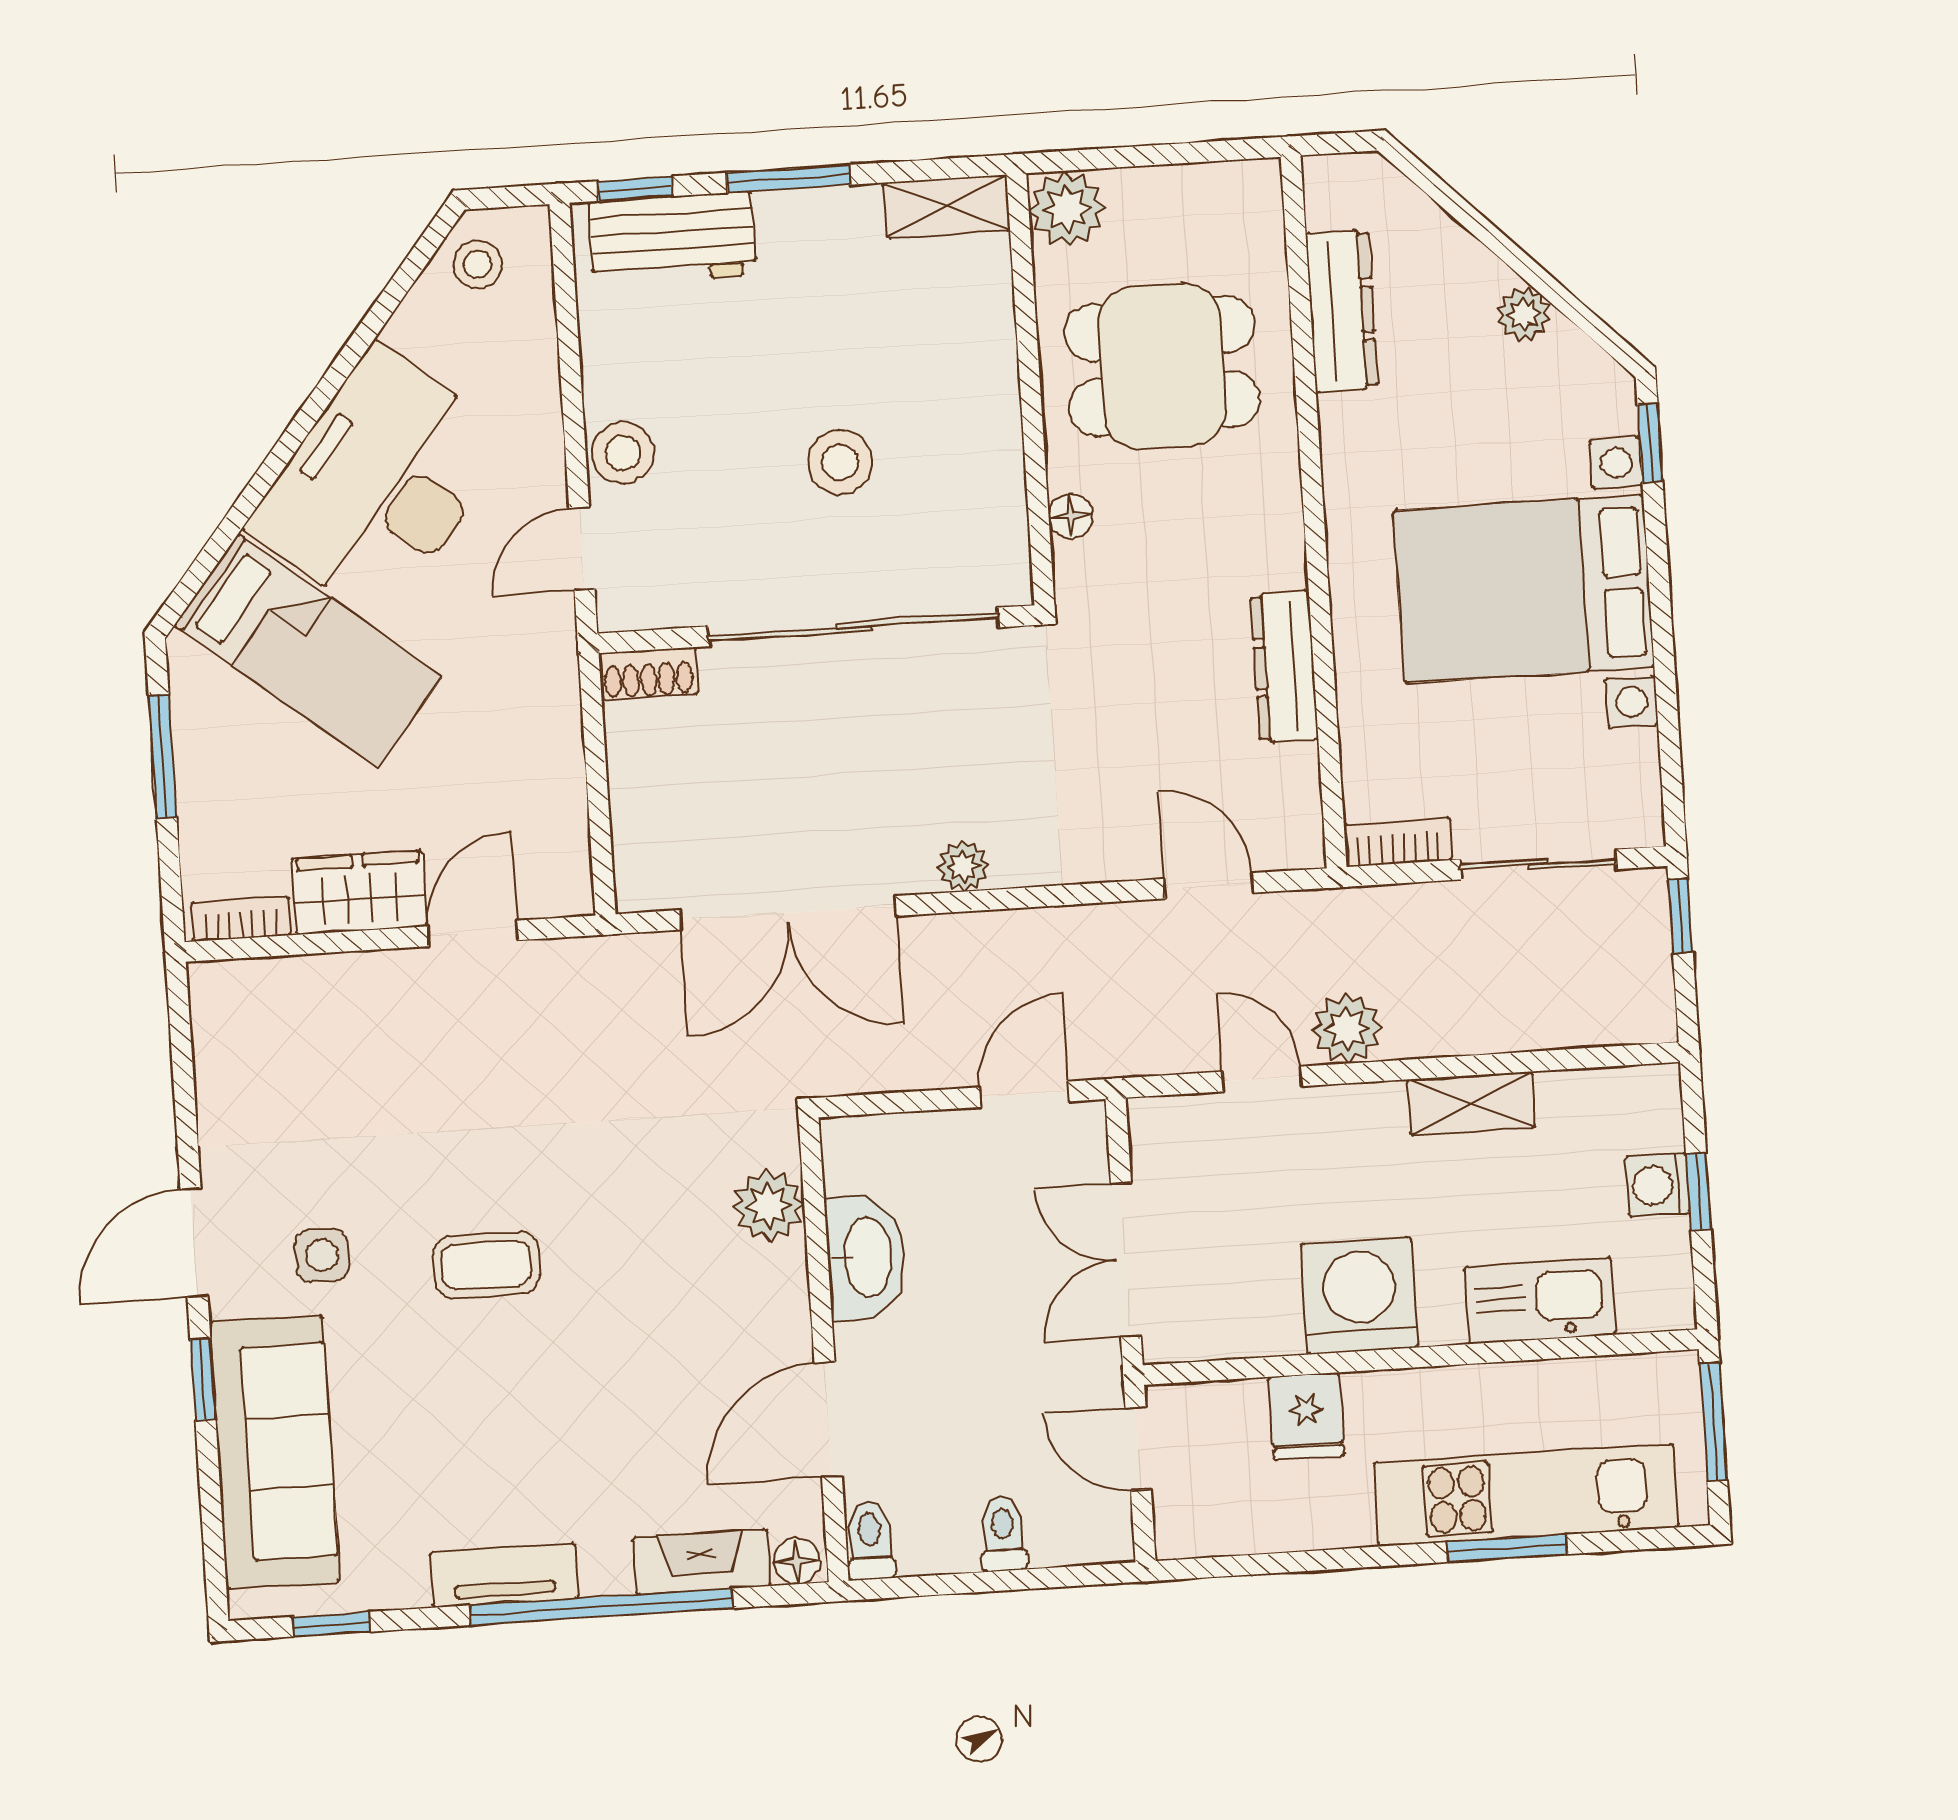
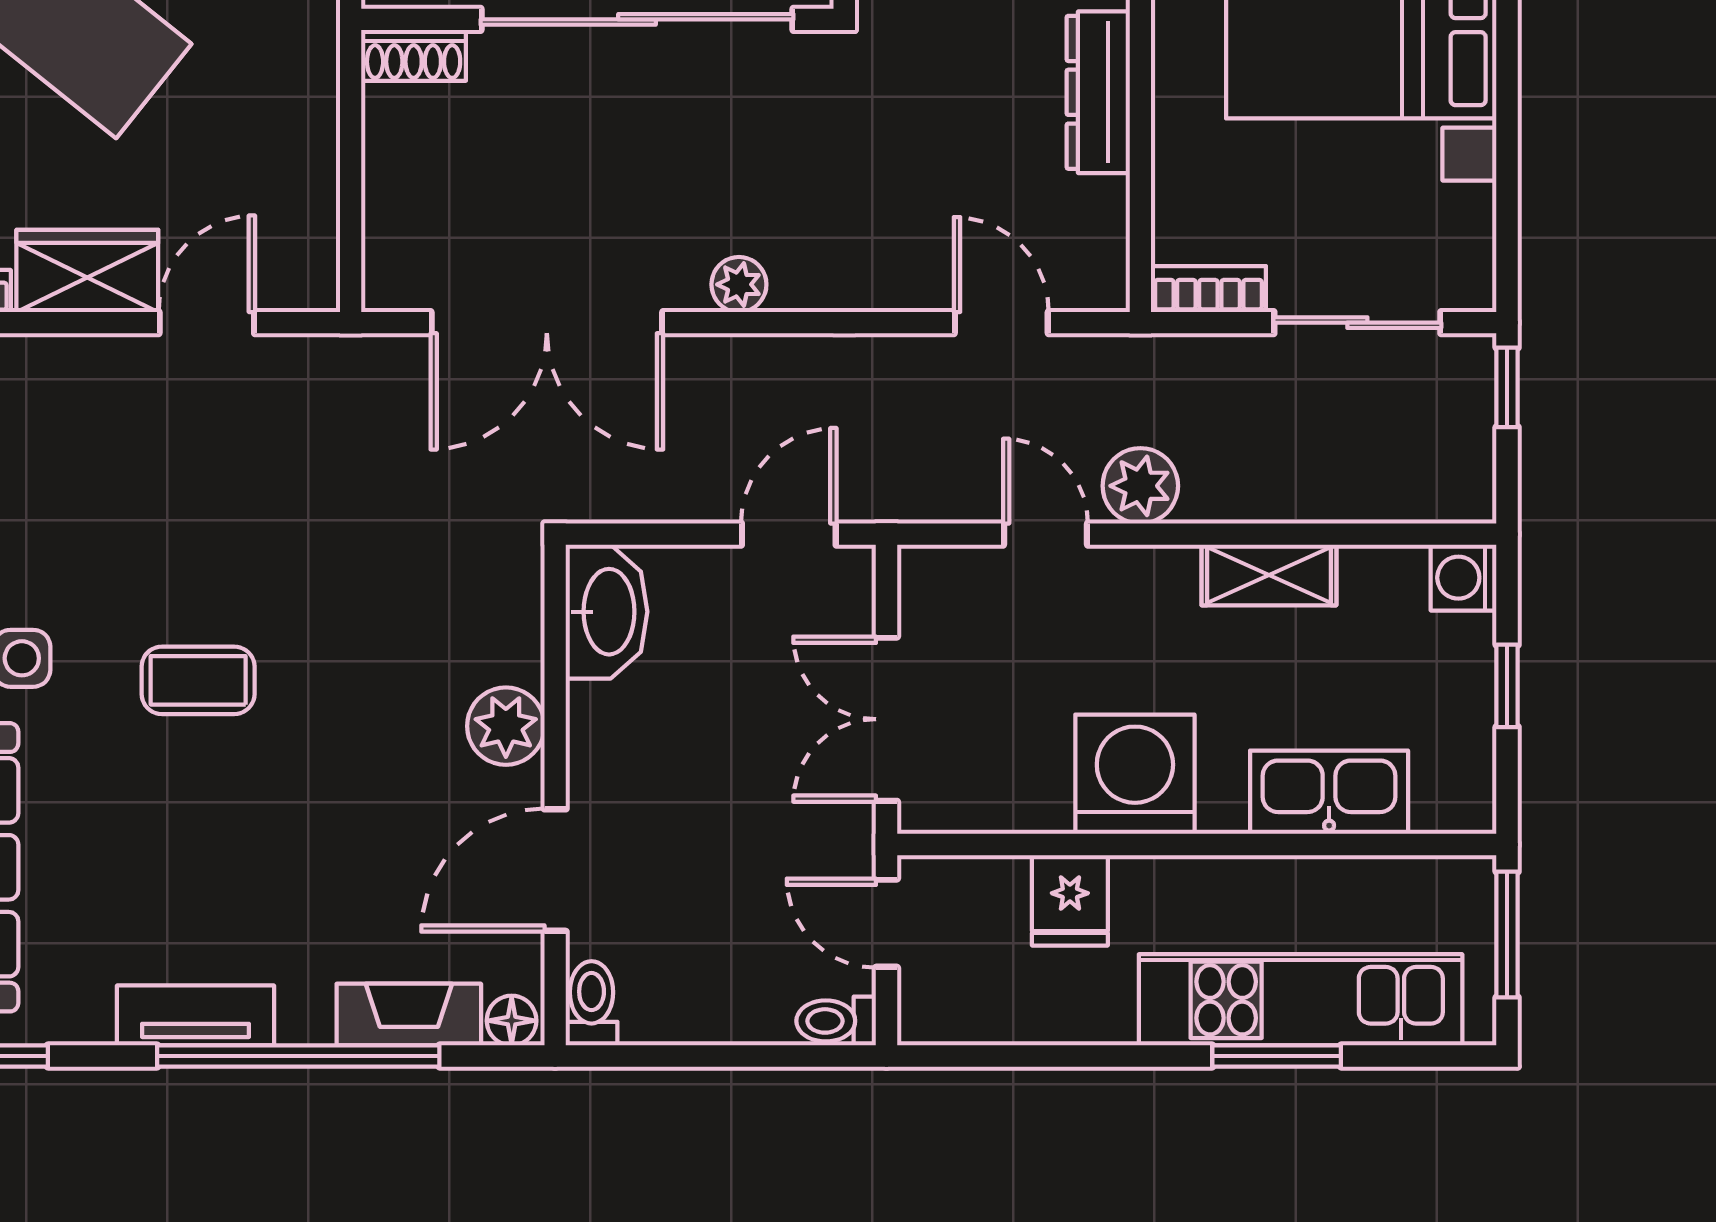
washing machine: (1658, 1185) -> (1464, 578), moved
plant: (769, 1206) -> (506, 726), moved
washbasin: (866, 1257) -> (607, 612), moved
toilet: (1003, 1534) -> (836, 1021), moved, turned -90

